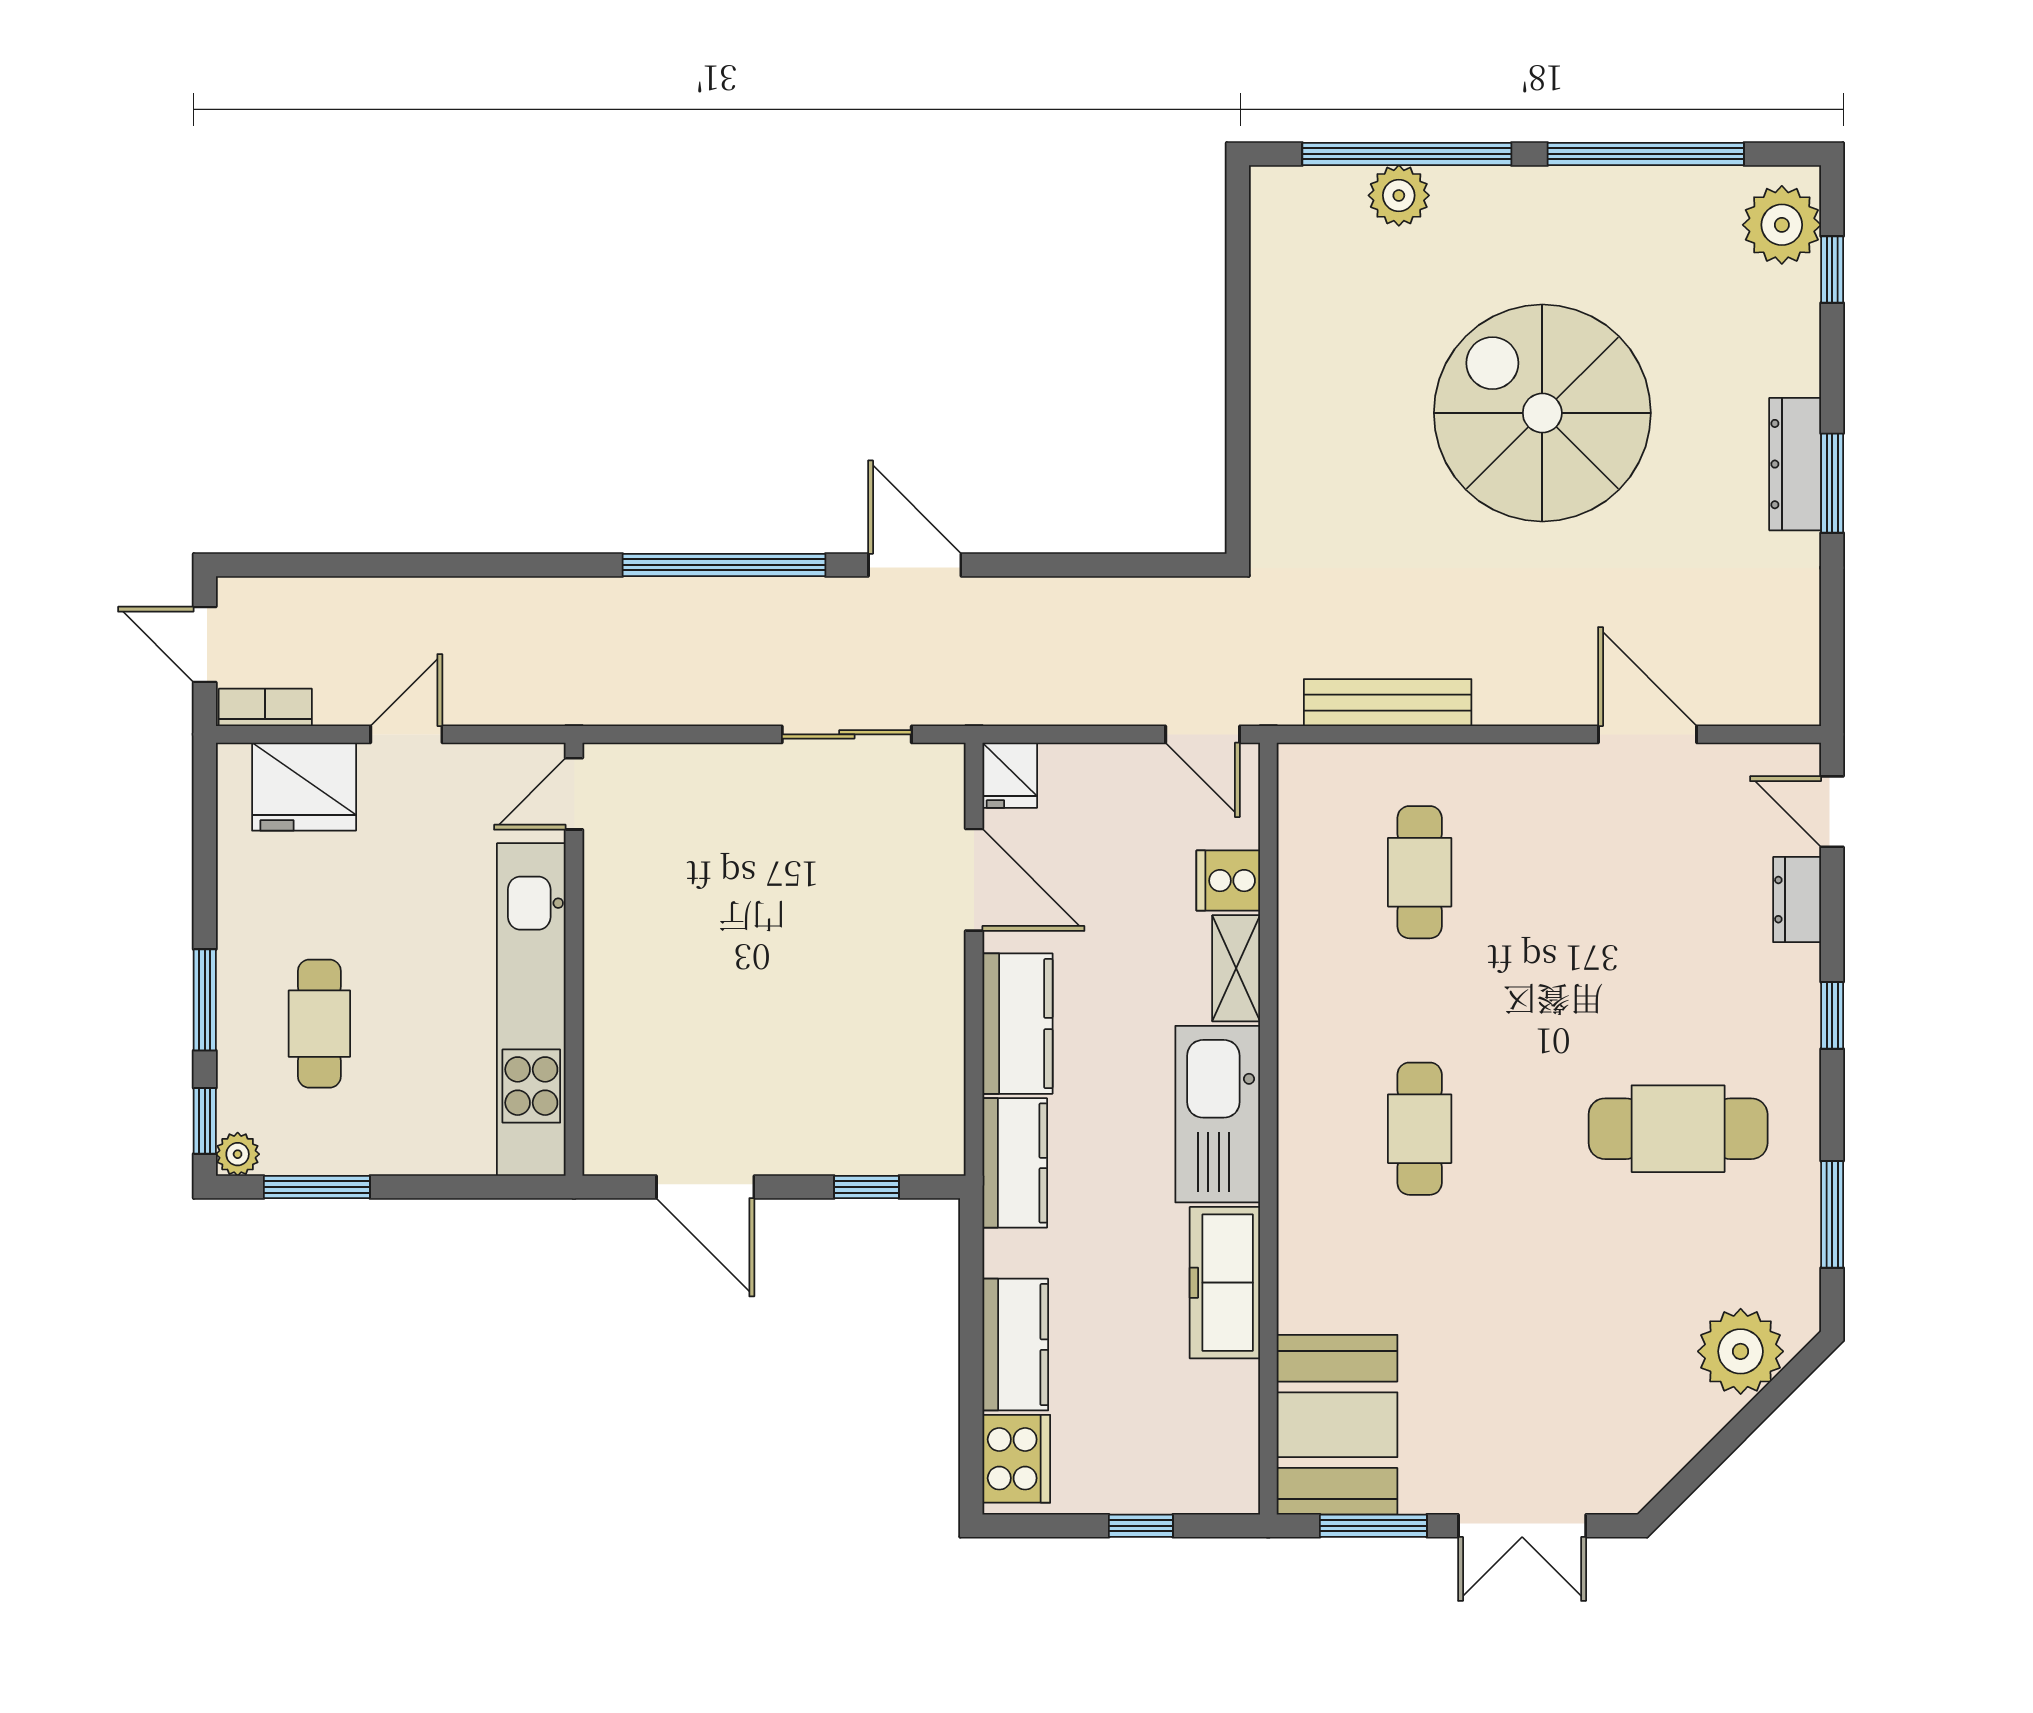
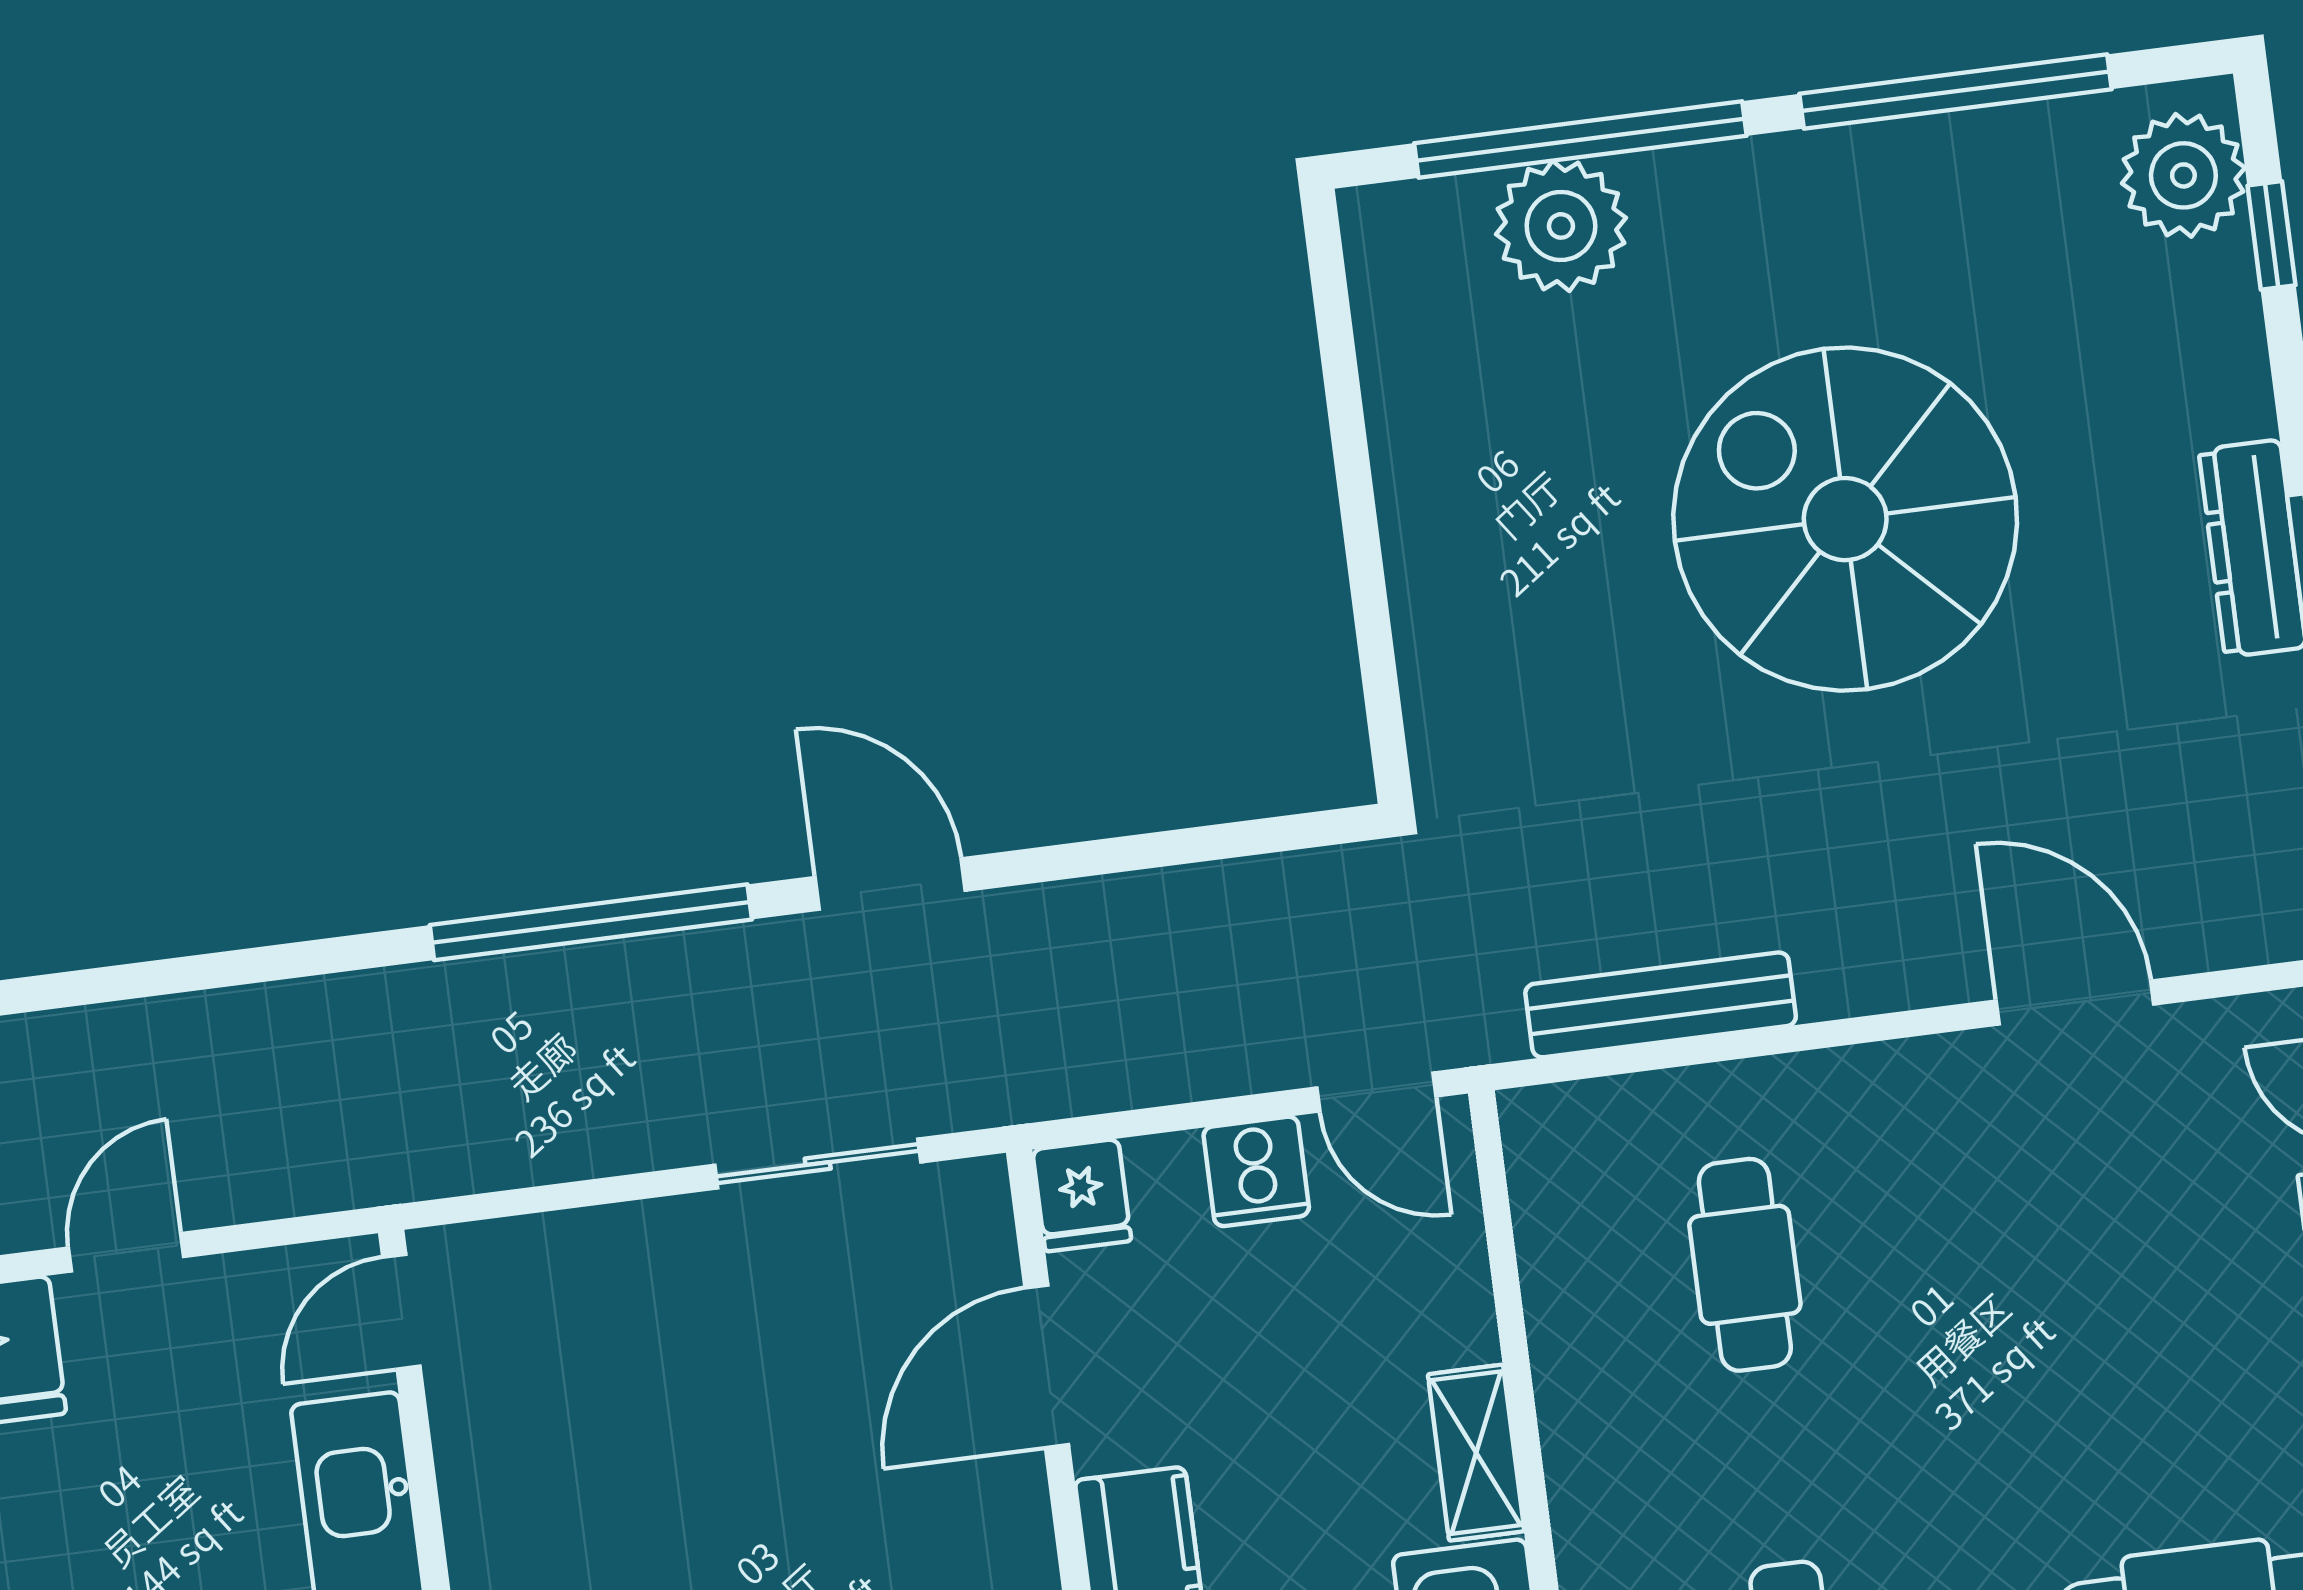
plant: (1399, 195) -> (1561, 226), width x1.36, depth x1.36
door: (974, 880) -> (1047, 1366), swing flipped
cooker: (1228, 881) -> (1256, 1171), moved, turned -90

